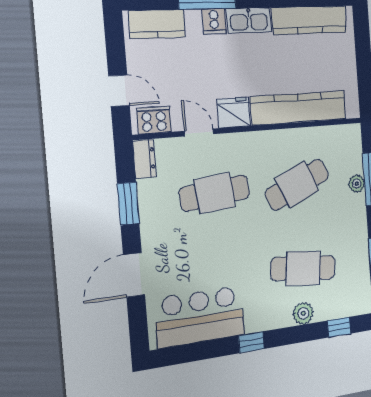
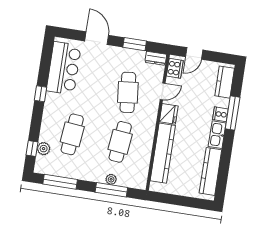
cafe table: (297, 185) -> (120, 142), turned 30
plant: (303, 313) -> (44, 149), moved

